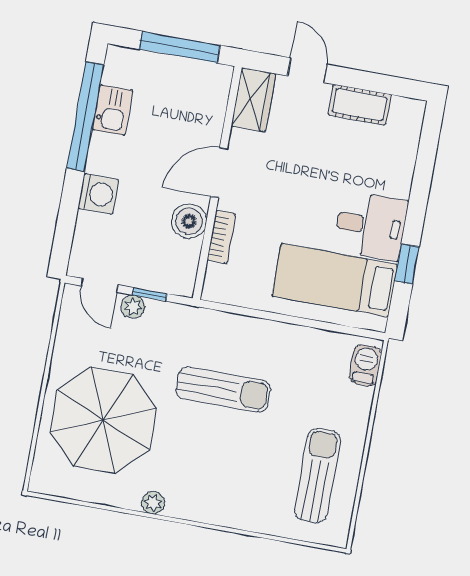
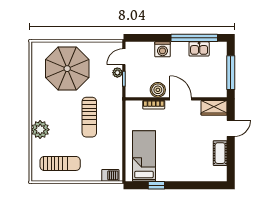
desk: (371, 226) -> (170, 167), removed
plant: (153, 503) -> (40, 130), moved, width x1.88, depth x1.88

